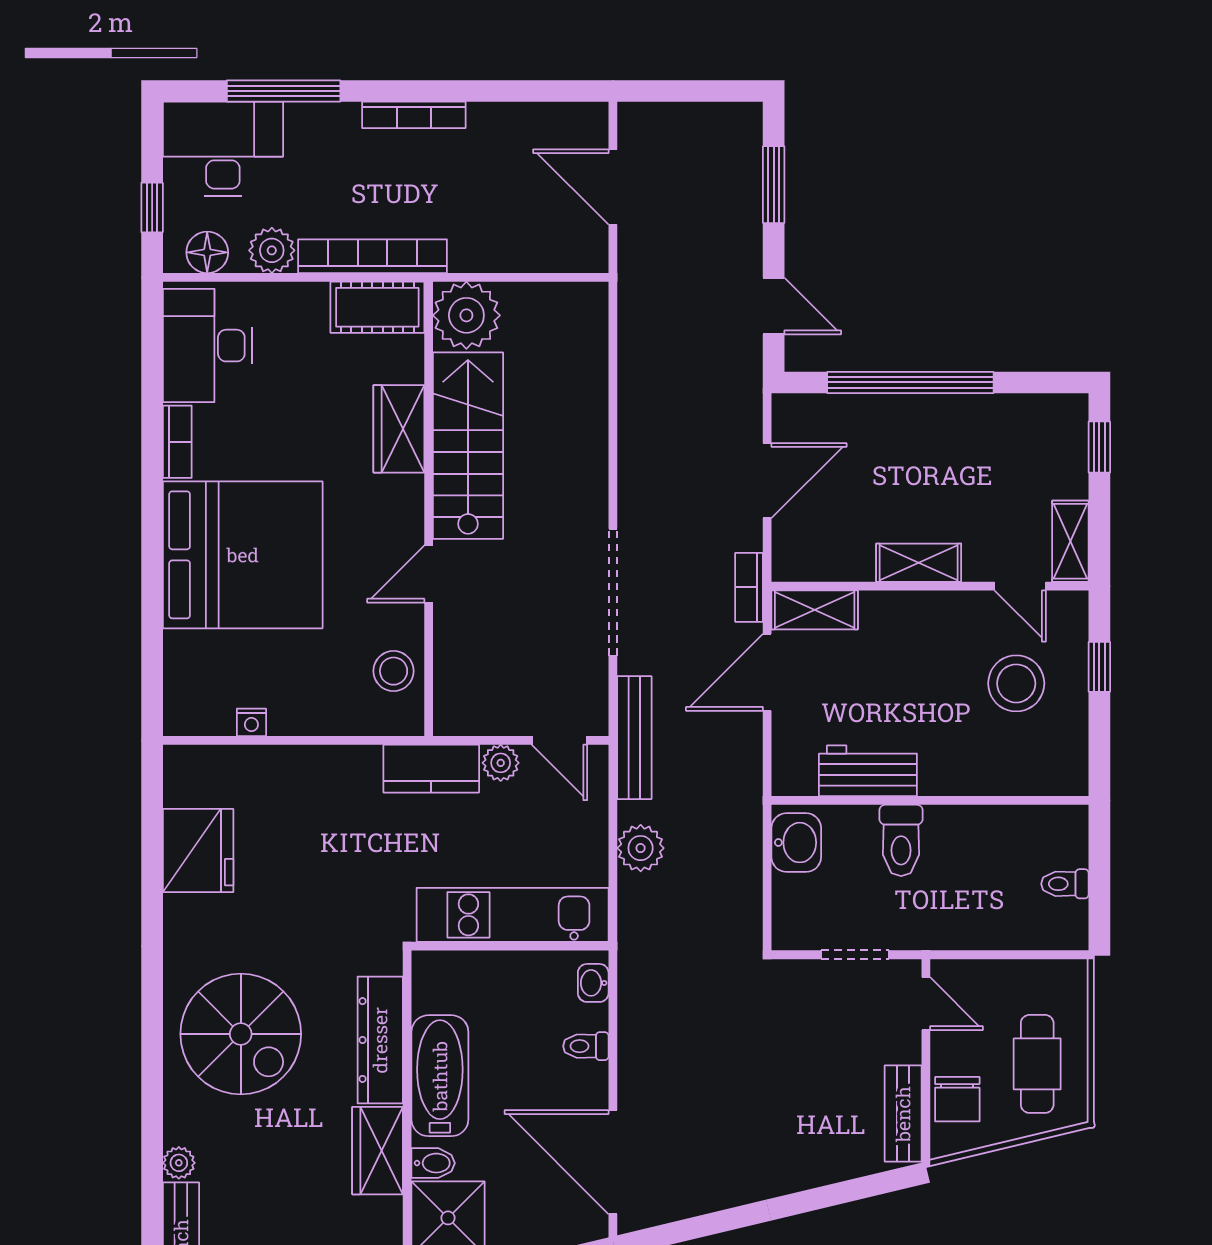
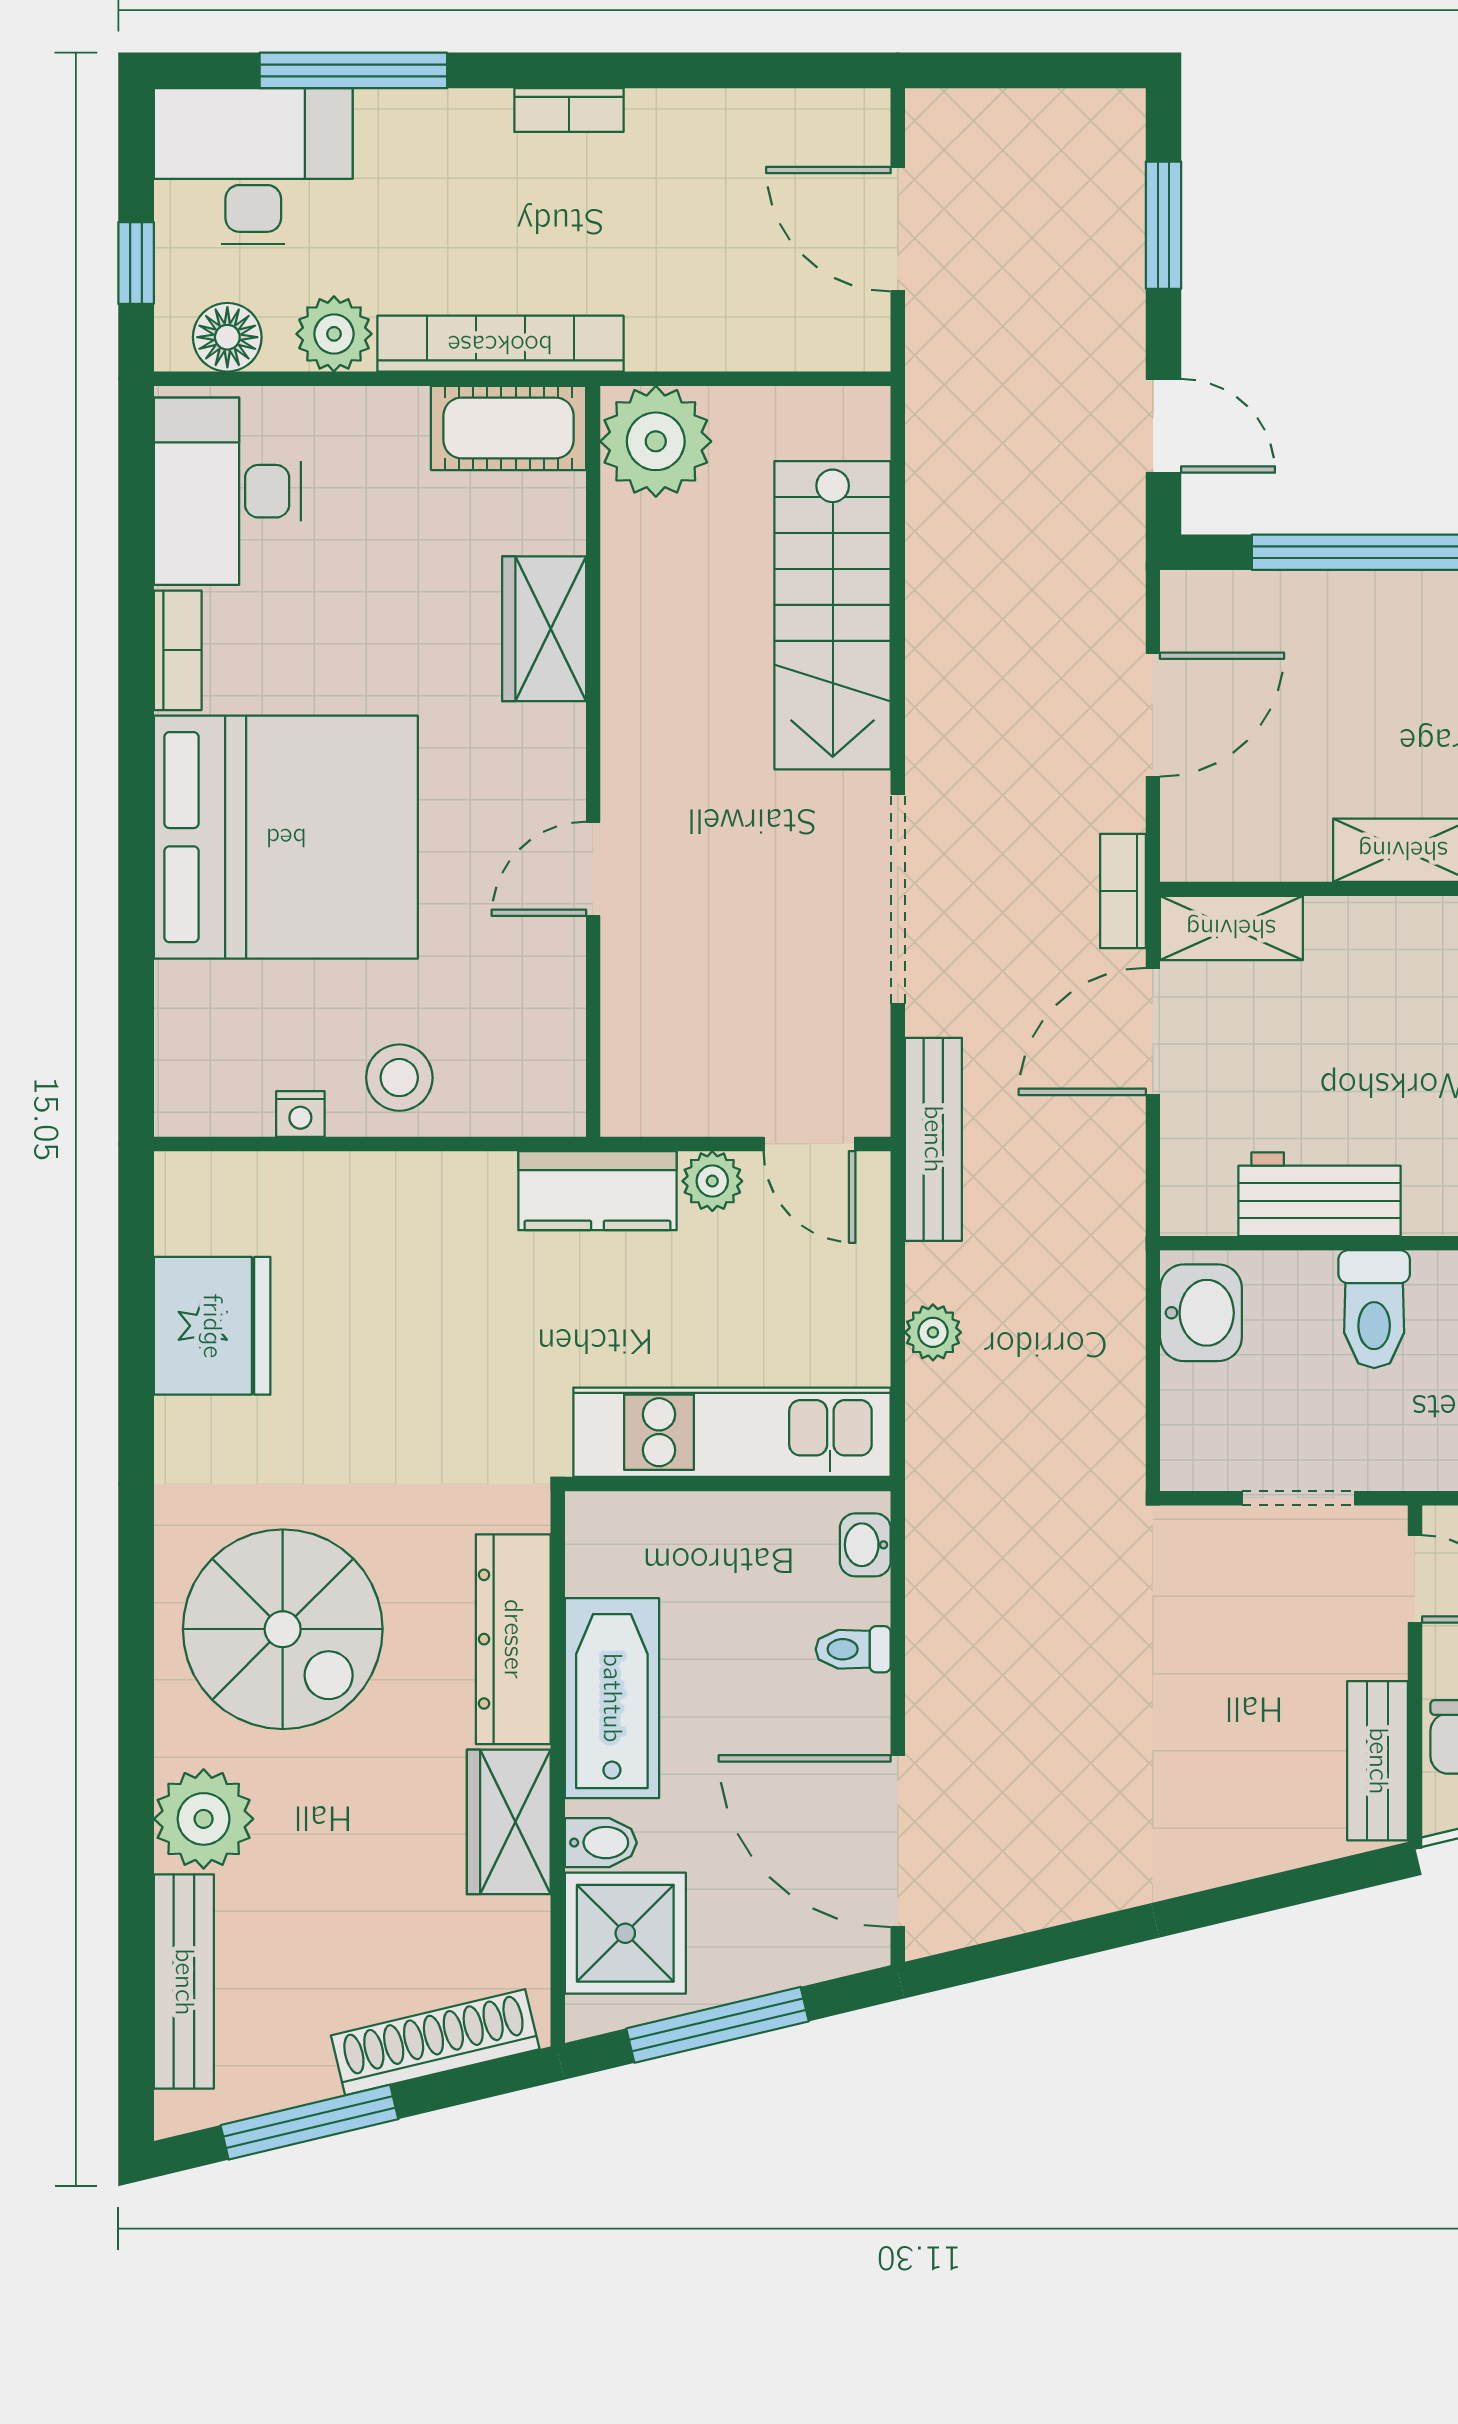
bookcase: (414, 115) -> (569, 110), width x0.64
stairs: (468, 446) -> (833, 615), moved, turned 180
stool: (394, 671) -> (399, 1078), moved
plant: (641, 848) -> (933, 1332), width x0.73, depth x0.73
plant: (179, 1163) -> (204, 1819), width x1.88, depth x1.88

